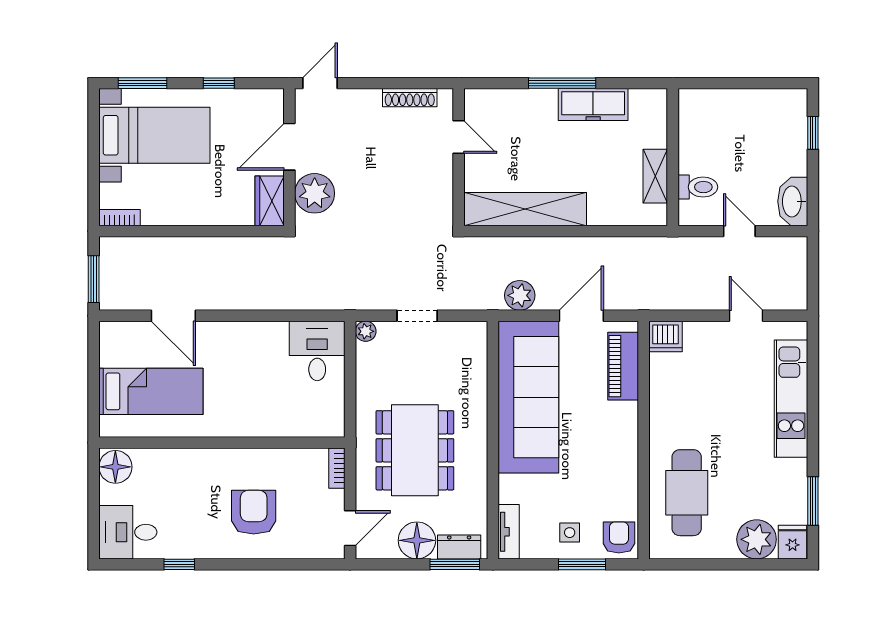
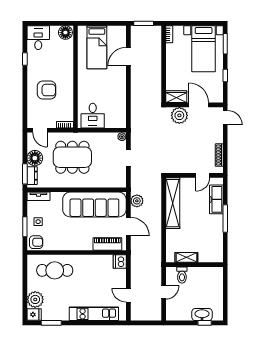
freezer: (593, 104) -> (216, 199), moved
washbasin: (793, 201) -> (202, 315), moved
door: (746, 316) -> (128, 295), swing flipped
desk: (317, 351) -> (93, 116), moved, turned 90

